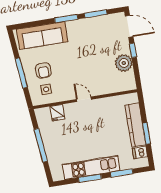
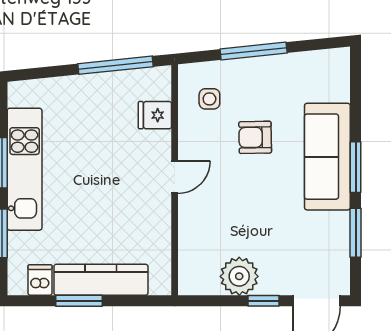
sofa: (42, 35) -> (327, 157), moved
armchair: (43, 70) -> (255, 137), moved
window: (41, 145) -> (116, 65), moved

